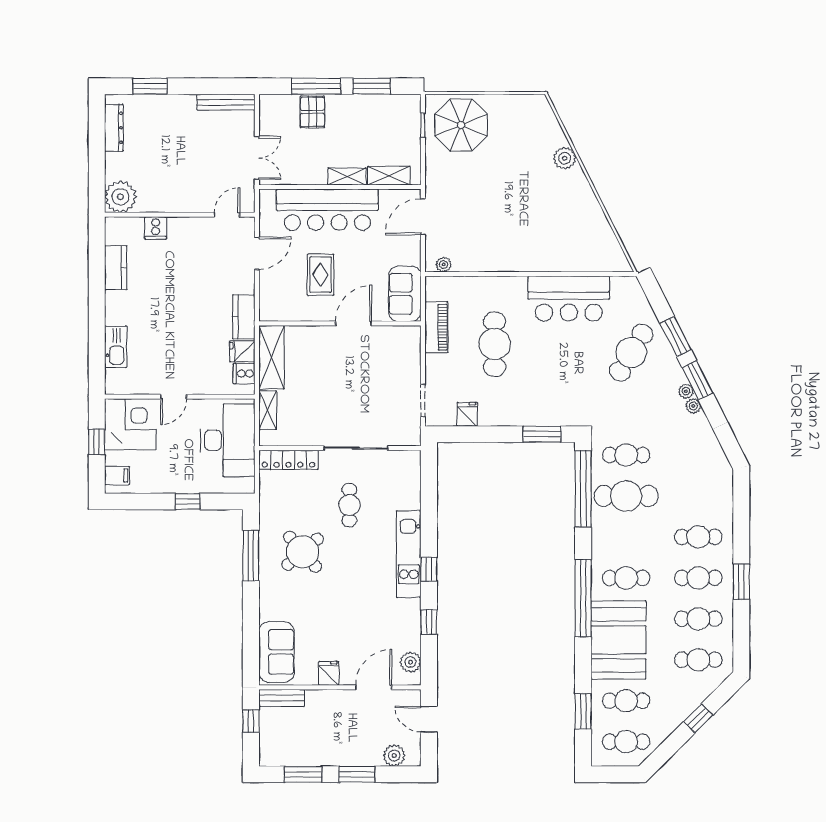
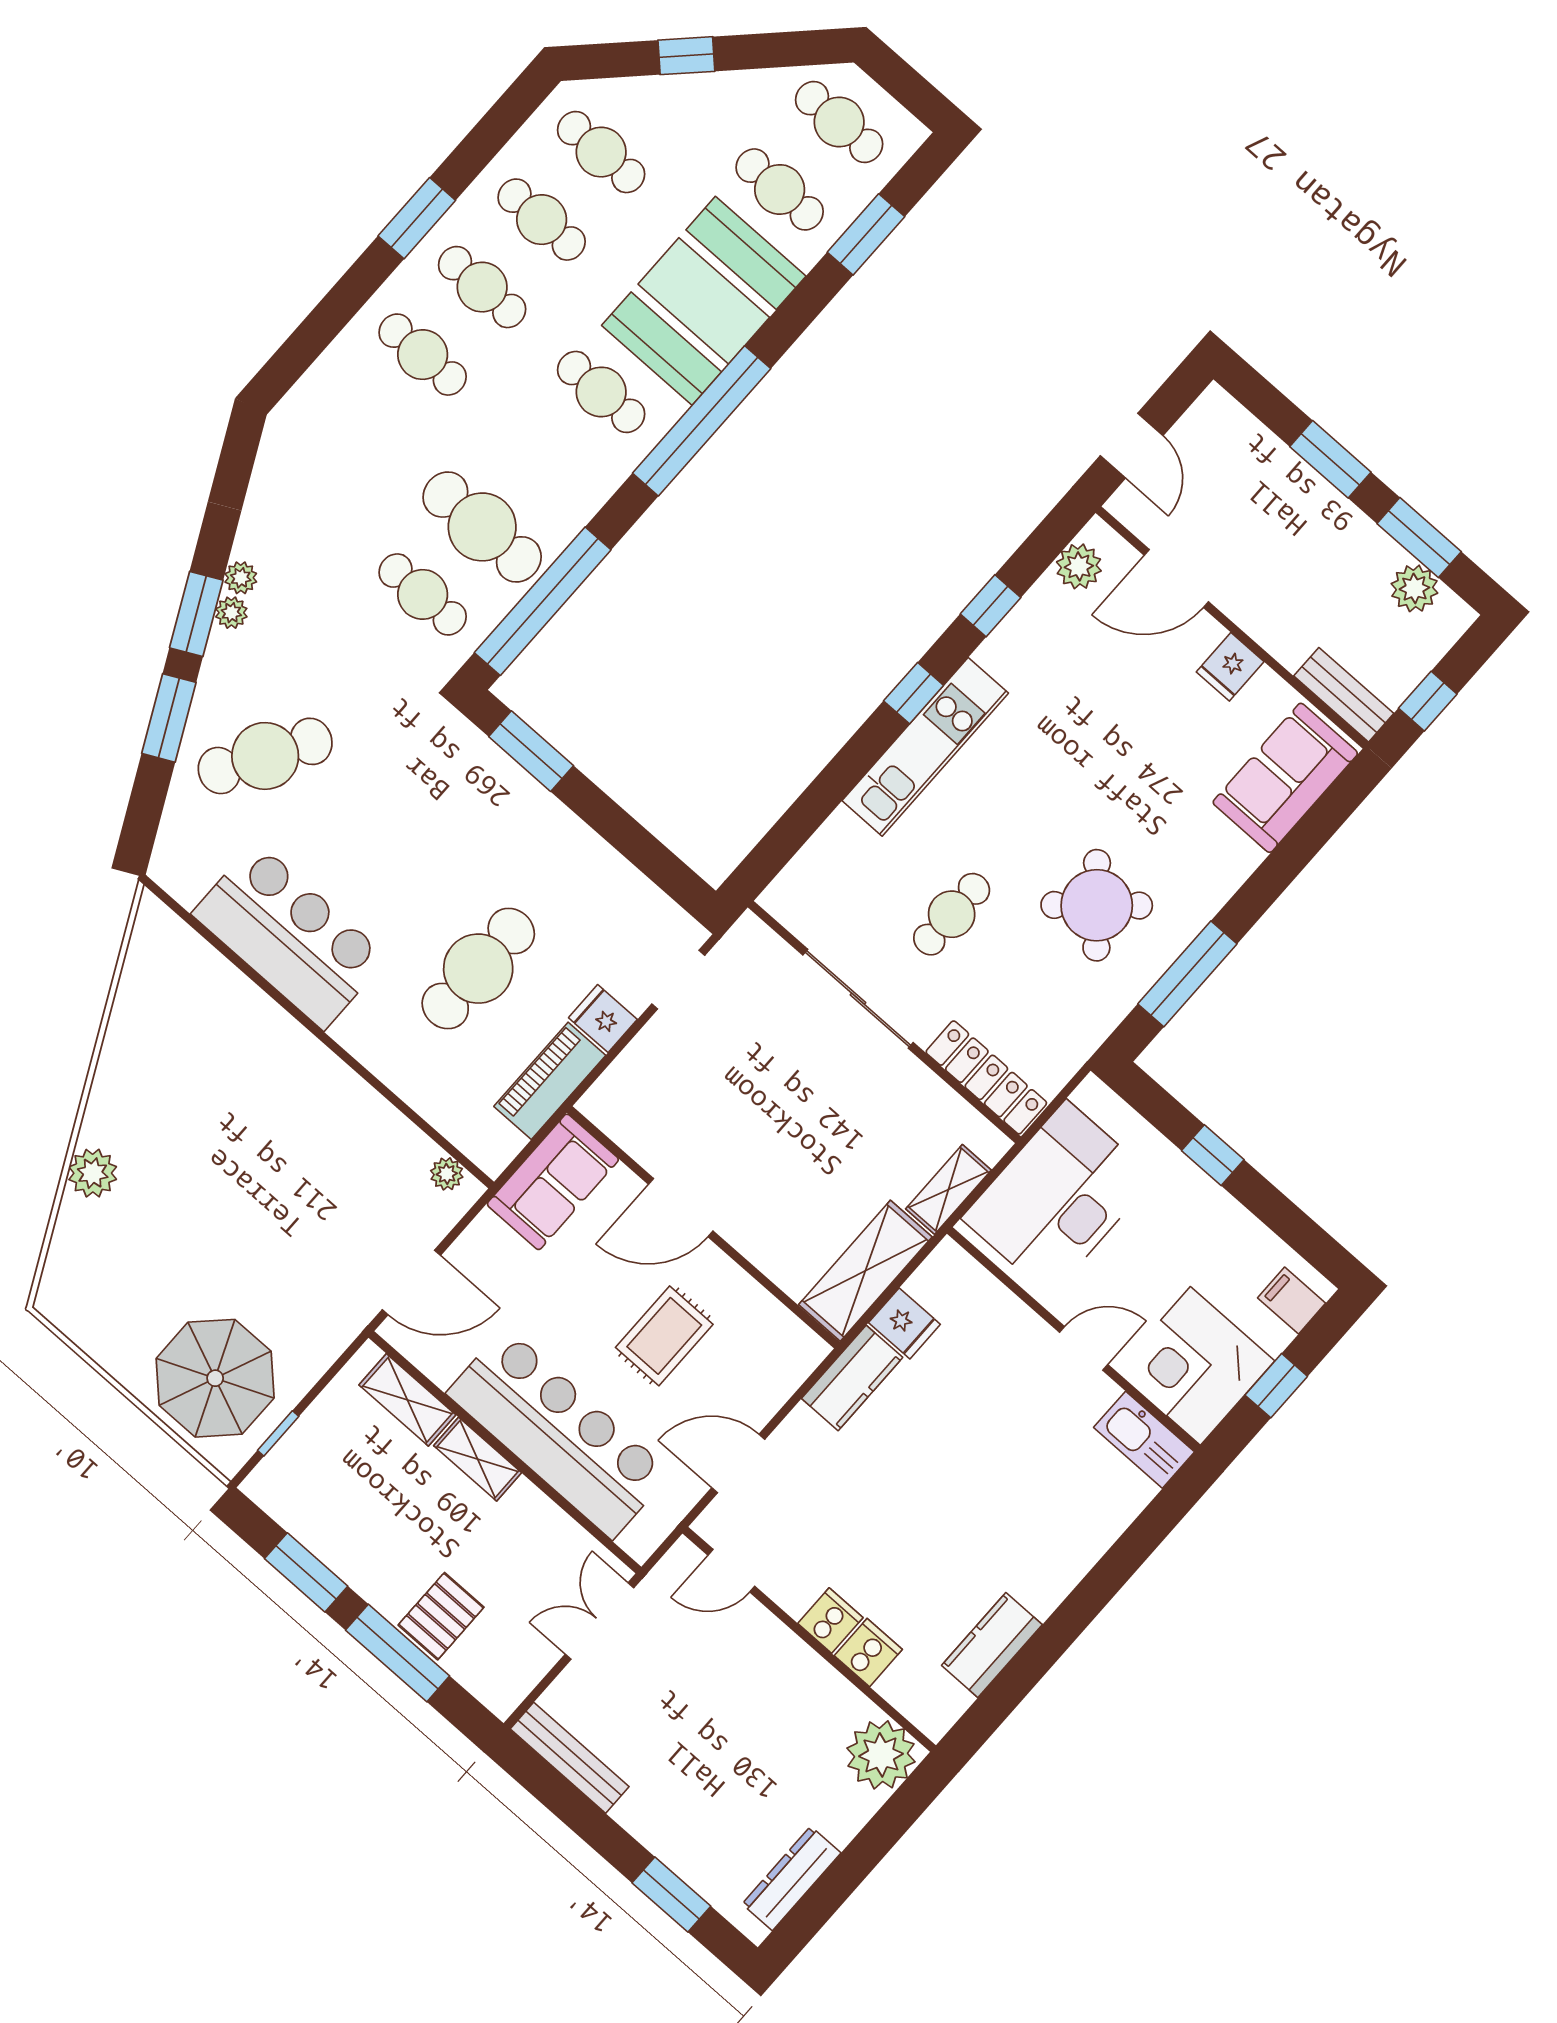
kitchen sink: (116, 347) -> (1144, 1440), moved, turned -90
cooker: (244, 374) -> (830, 1620), moved, turned -90
fridge: (467, 414) -> (603, 1019), moved, turned 90
plant: (394, 756) -> (1414, 588), moved

